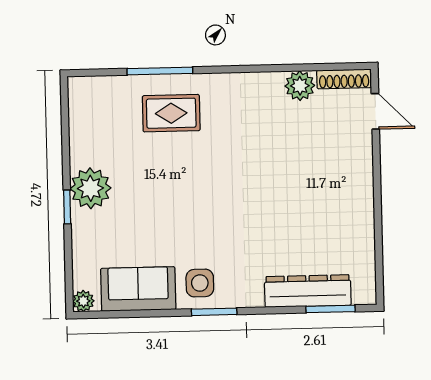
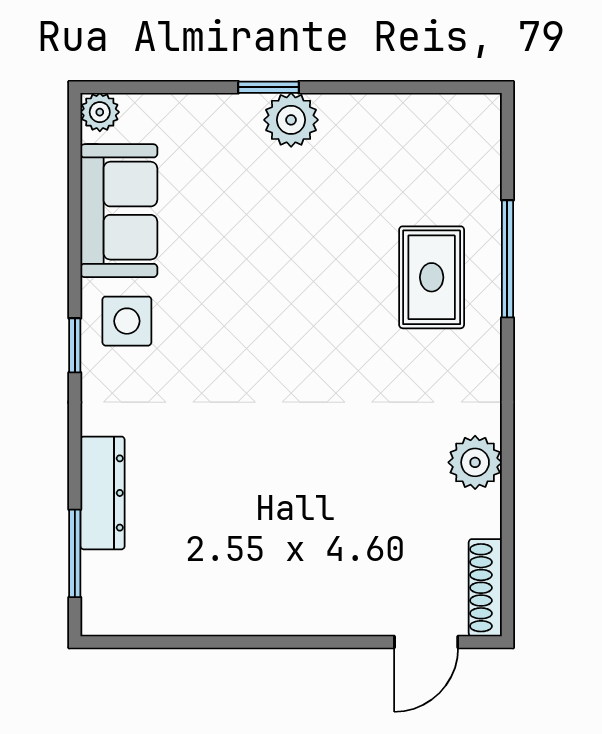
plant: (300, 86) -> (475, 462), moved
plant: (90, 188) -> (291, 120), width x0.73, depth x0.73
dresser: (308, 291) -> (103, 493), width x0.73, depth x0.80
window: (214, 312) -> (75, 345), width x0.67

